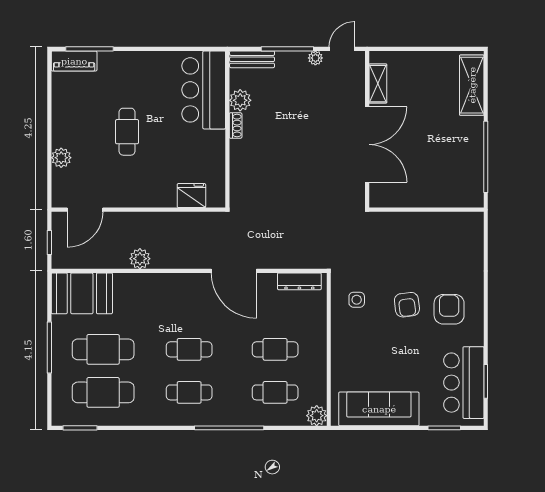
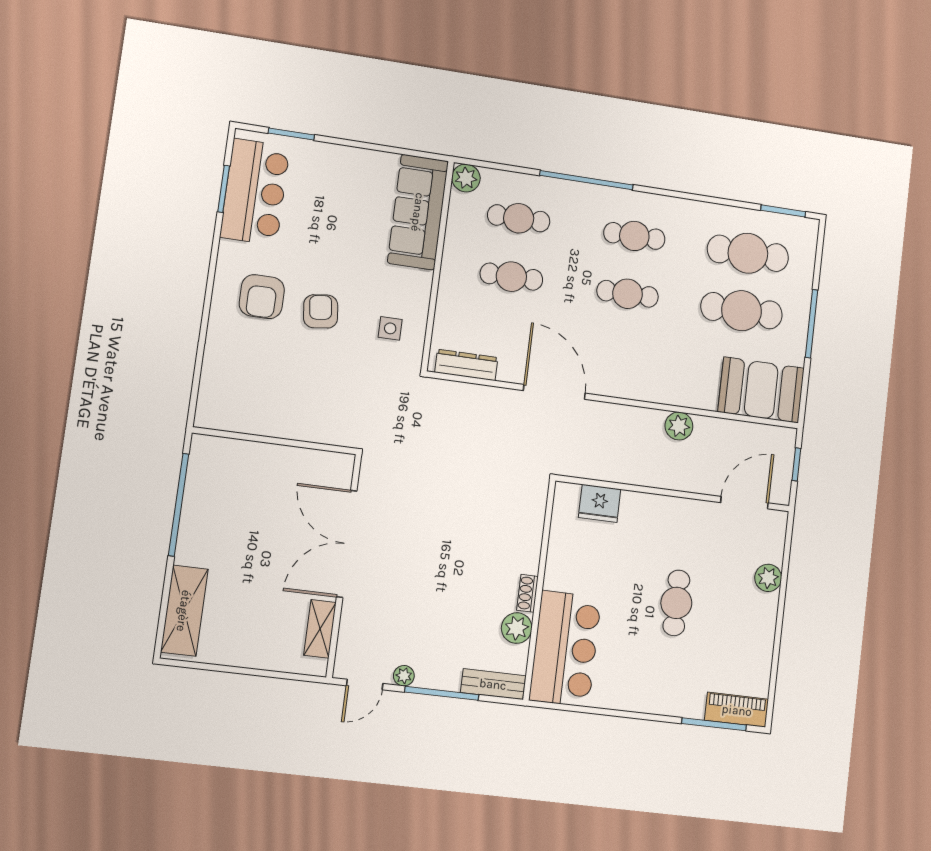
sofa: (379, 409) -> (418, 212), moved, turned 90

